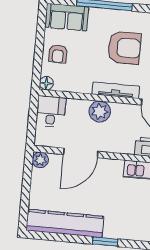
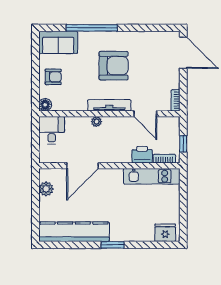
armchair: (58, 54) -> (53, 77), turned -90
plant: (100, 112) -> (96, 122), width x0.53, depth x0.53
plant: (40, 160) -> (46, 189), moved

